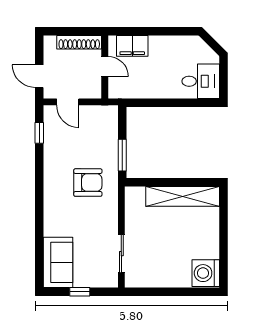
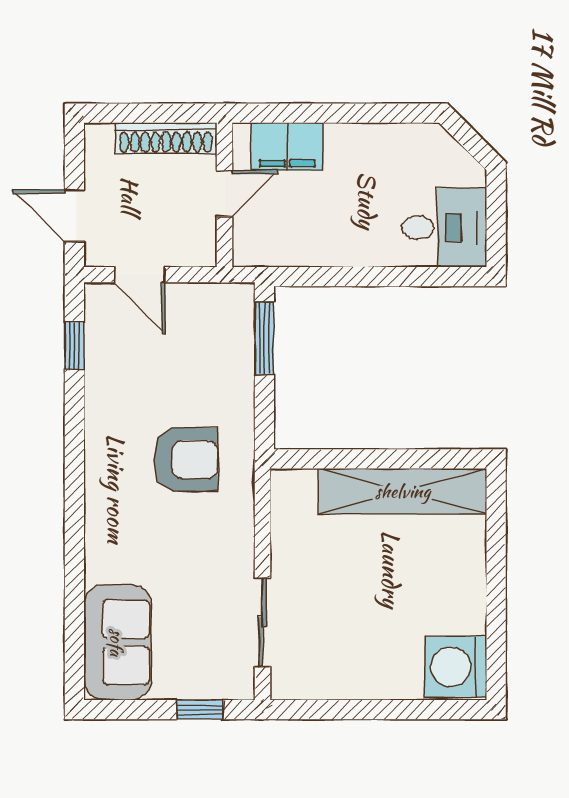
door: (105, 67) -> (225, 194), hinge flipped
window: (122, 155) -> (264, 338), moved
window: (80, 292) -> (200, 710), moved

